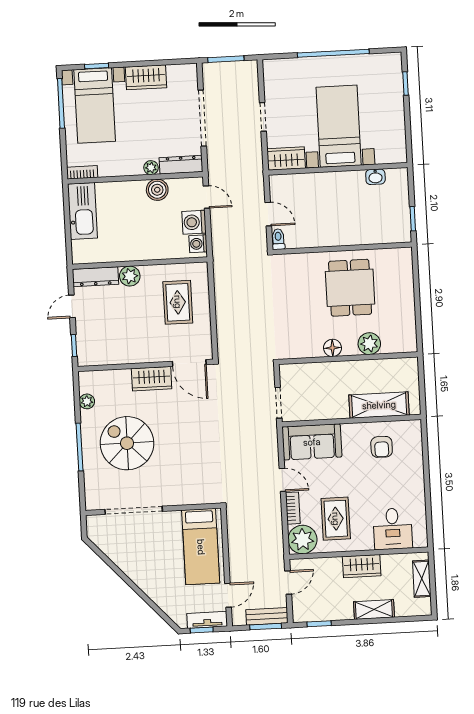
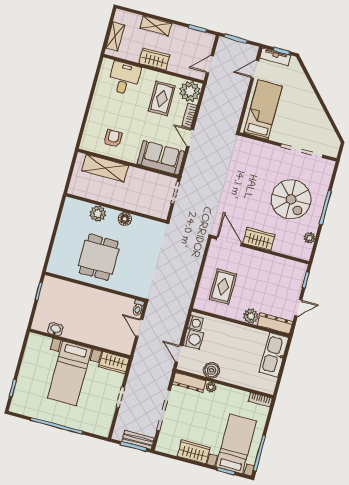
kitchen sink: (82, 211) -> (274, 355), moved
bench: (267, 616) -> (138, 440), moved

